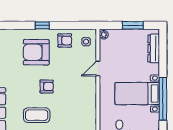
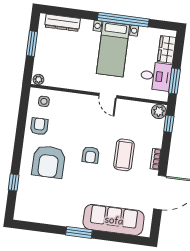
window: (42, 25) -> (14, 182), moved
door: (98, 68) -> (108, 96), moved
armchair: (47, 86) -> (91, 155), turned 180
coffee table: (37, 115) -> (124, 155), moved

